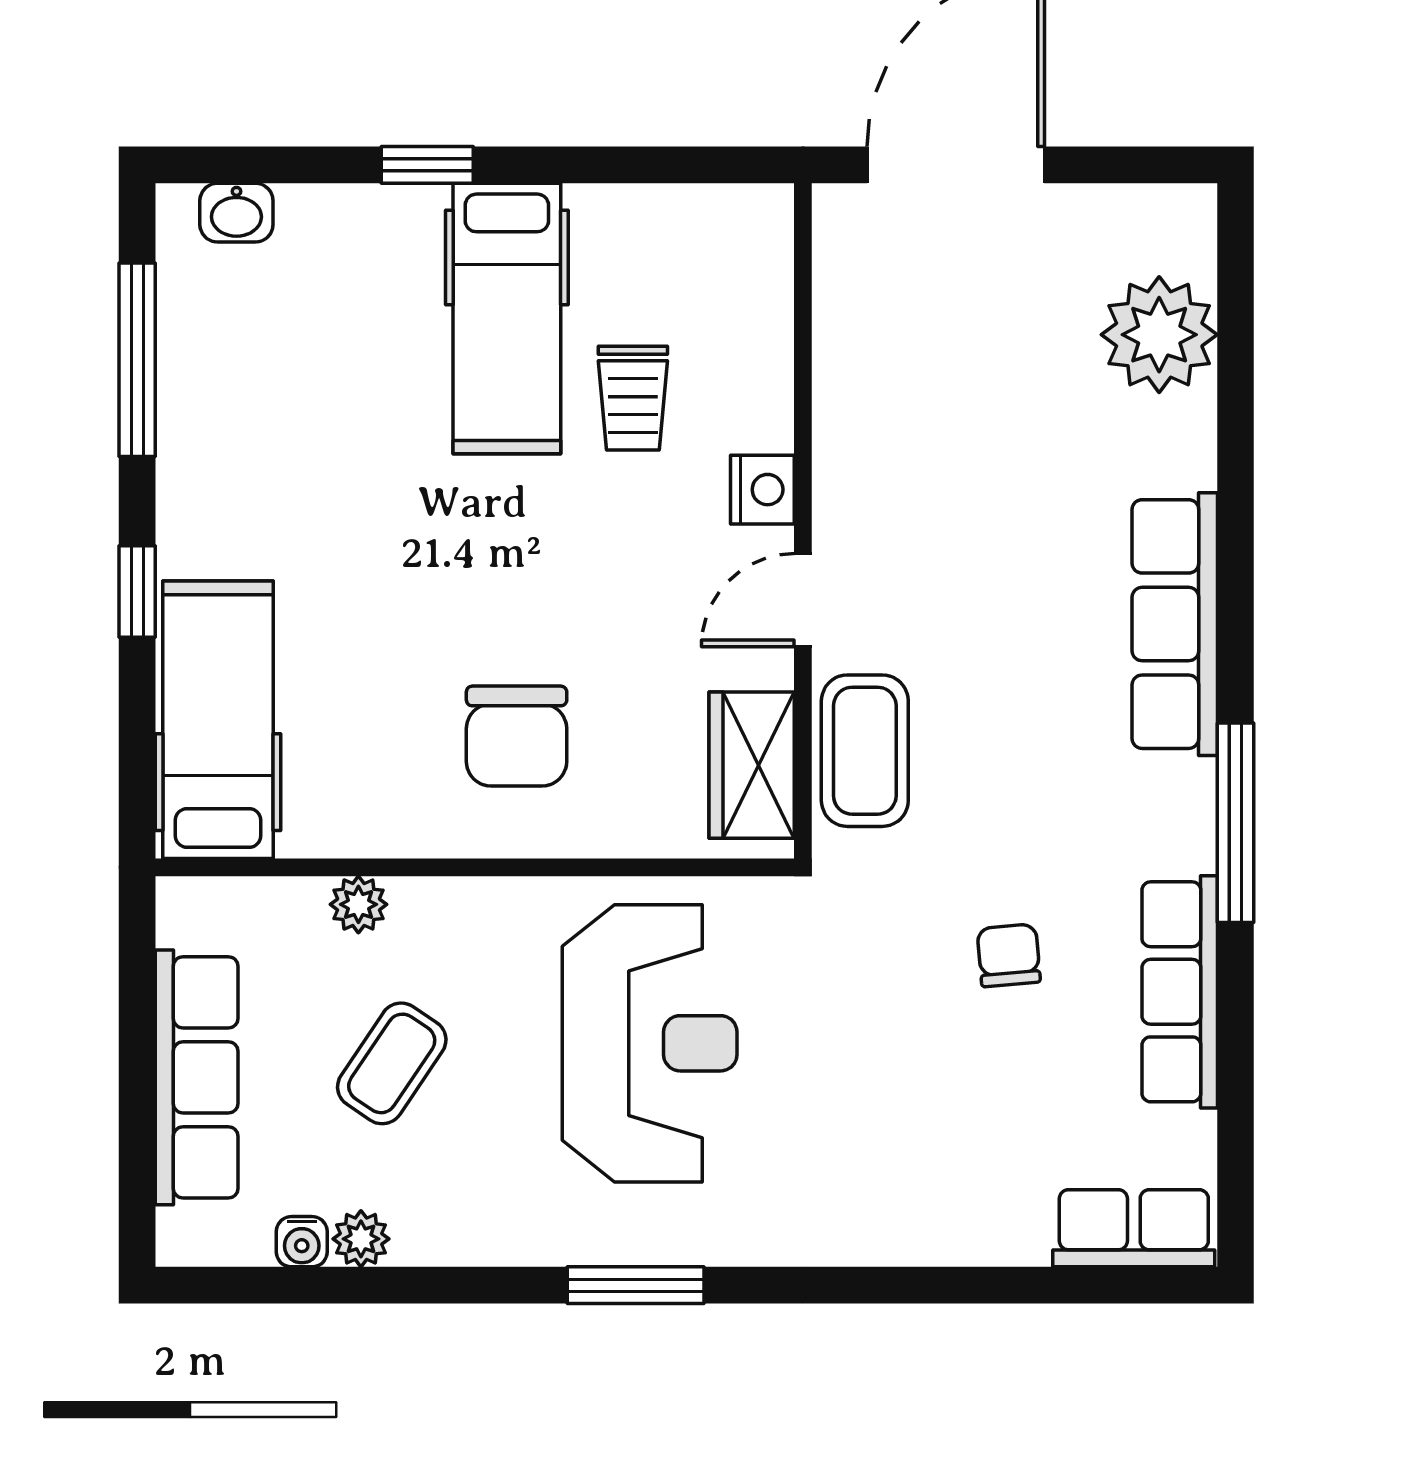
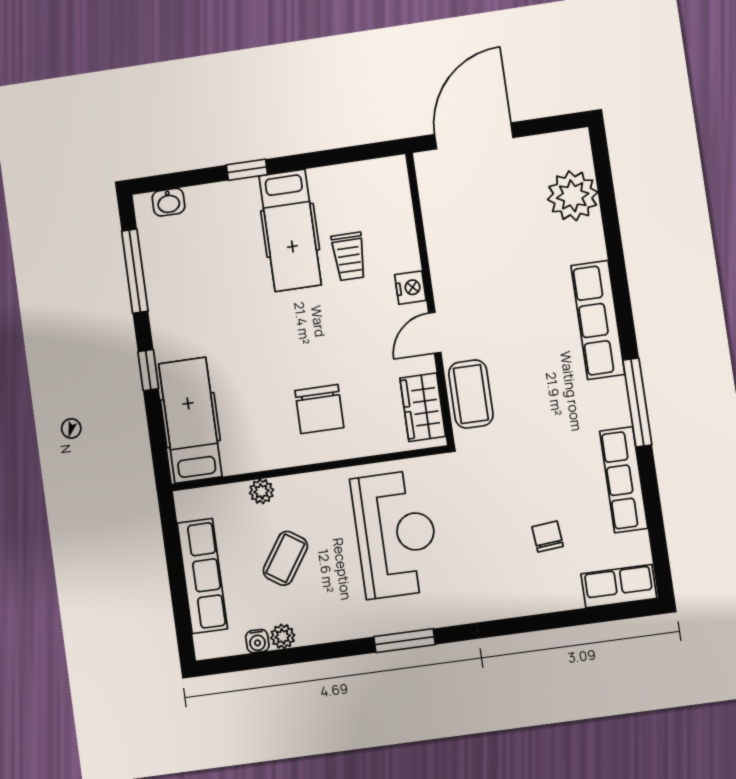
chair: (1009, 955) -> (548, 537), moved

